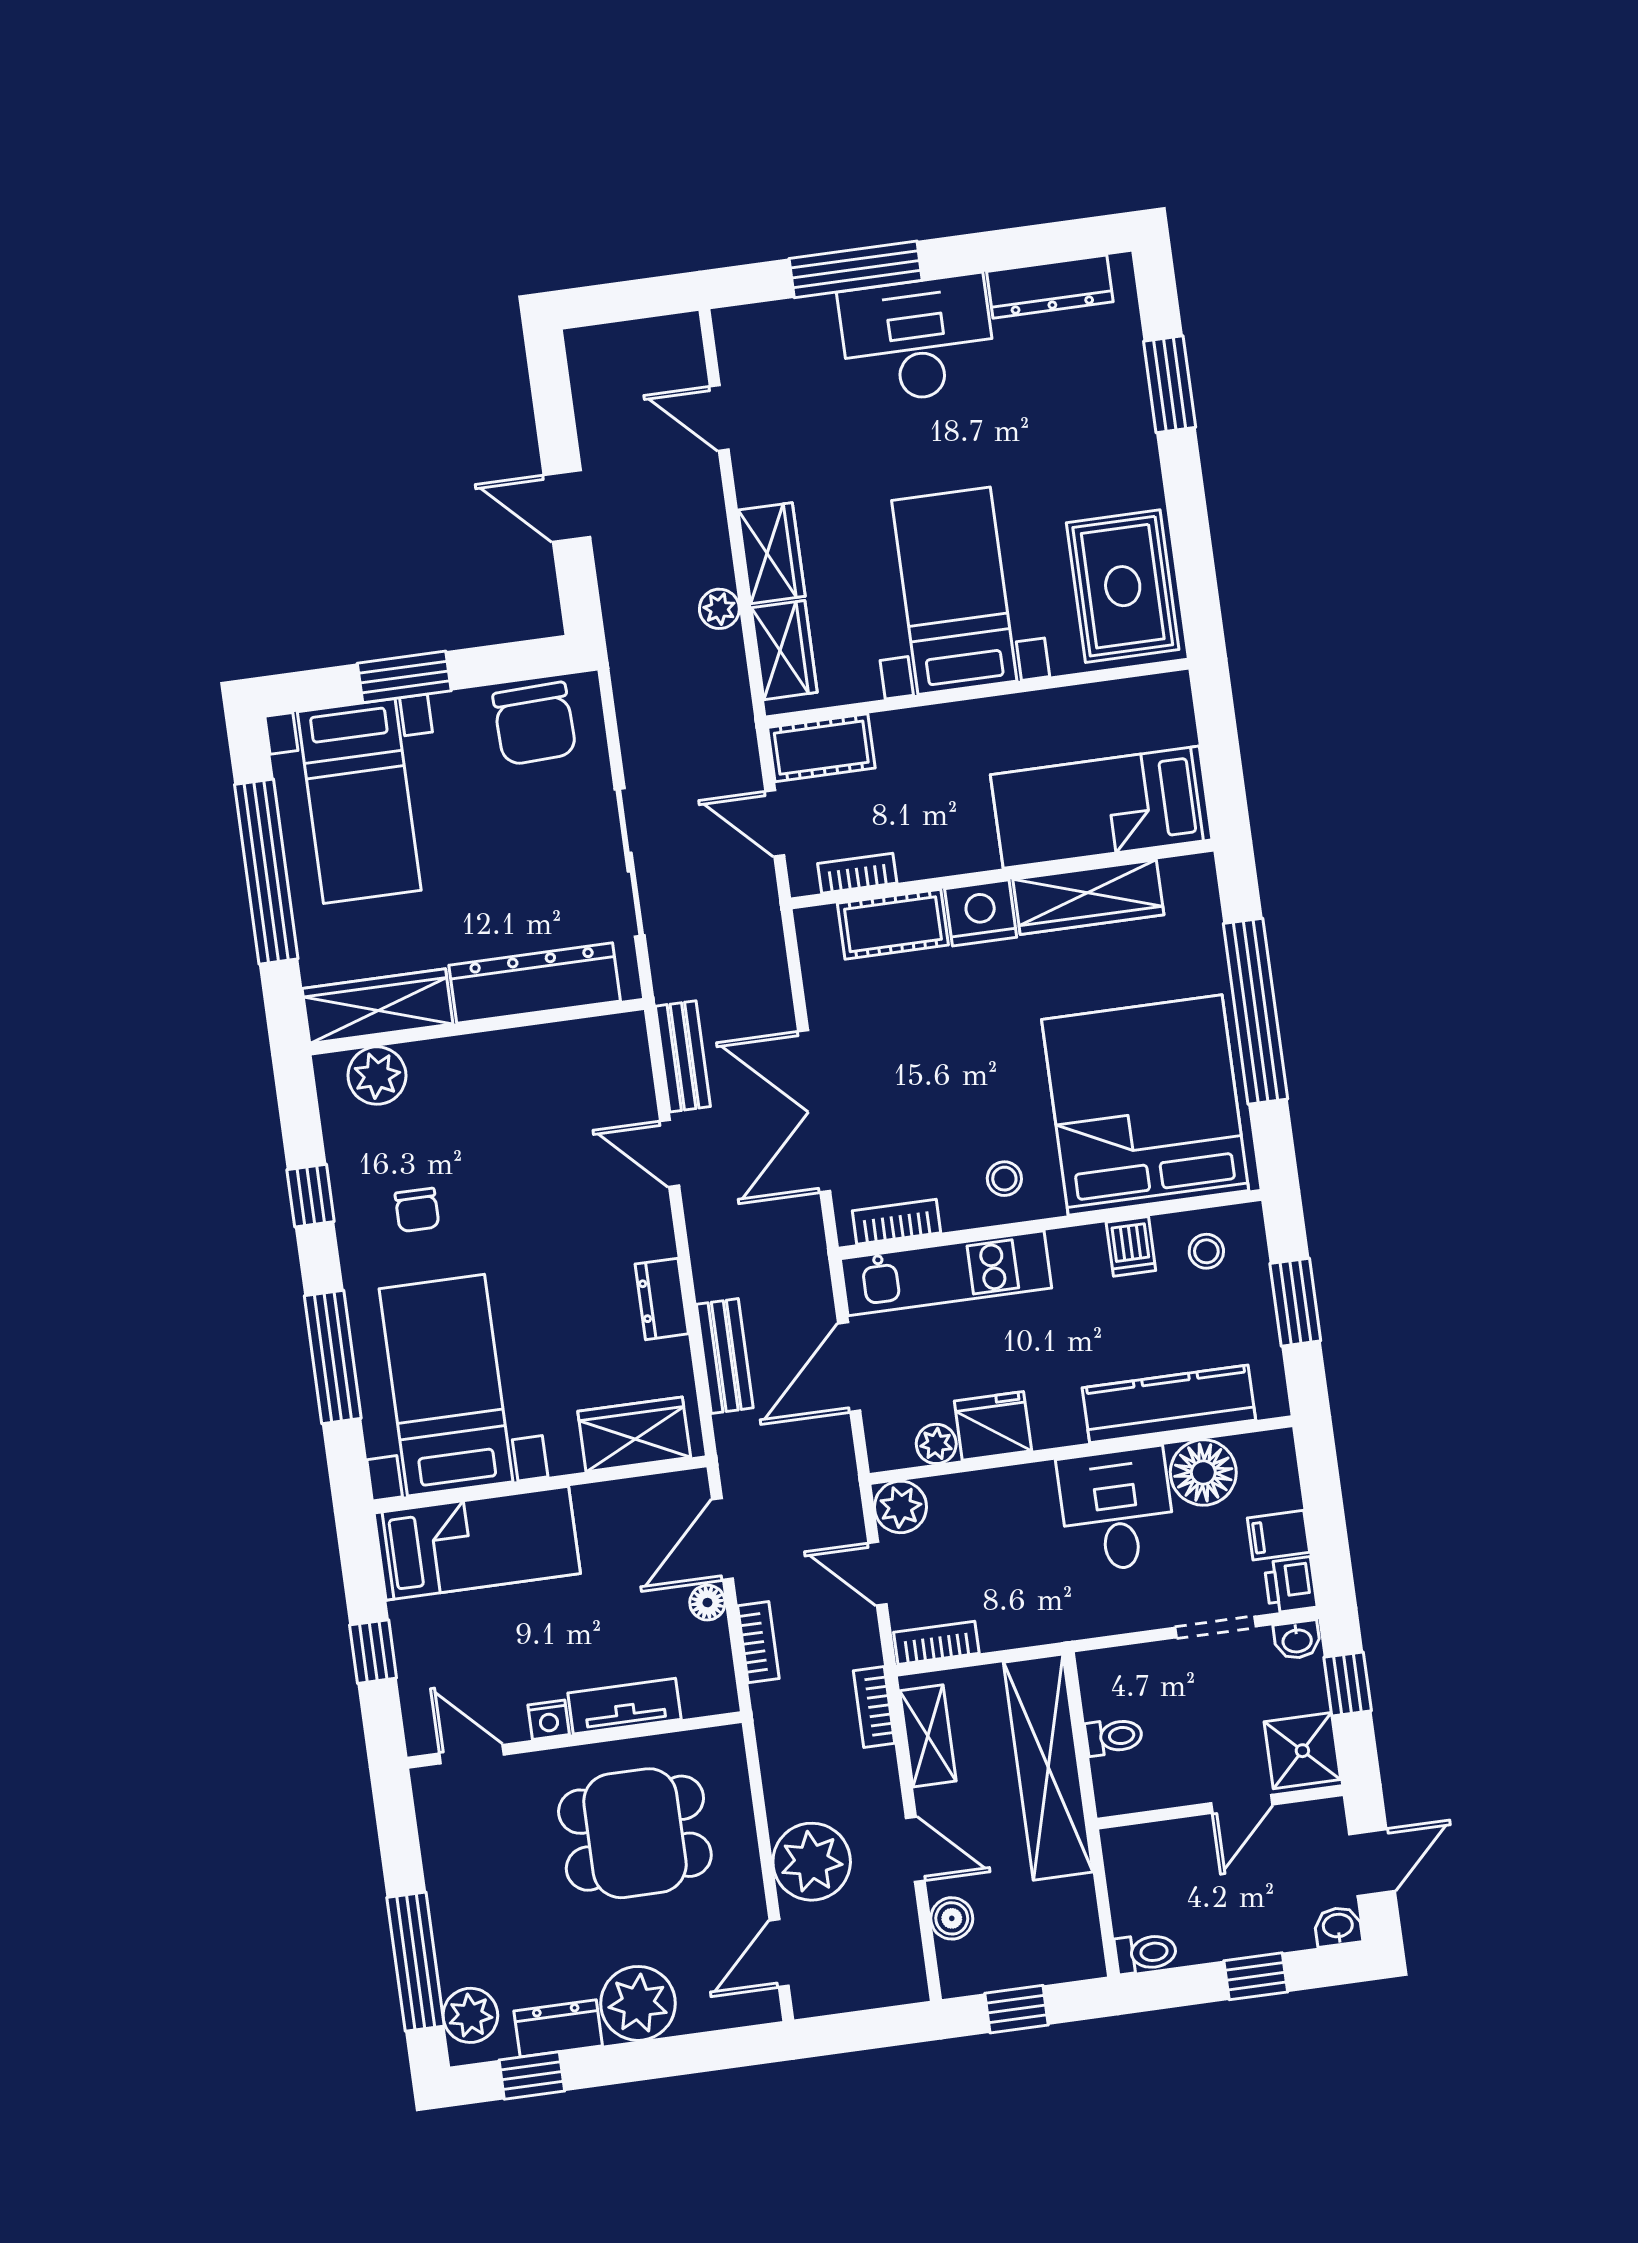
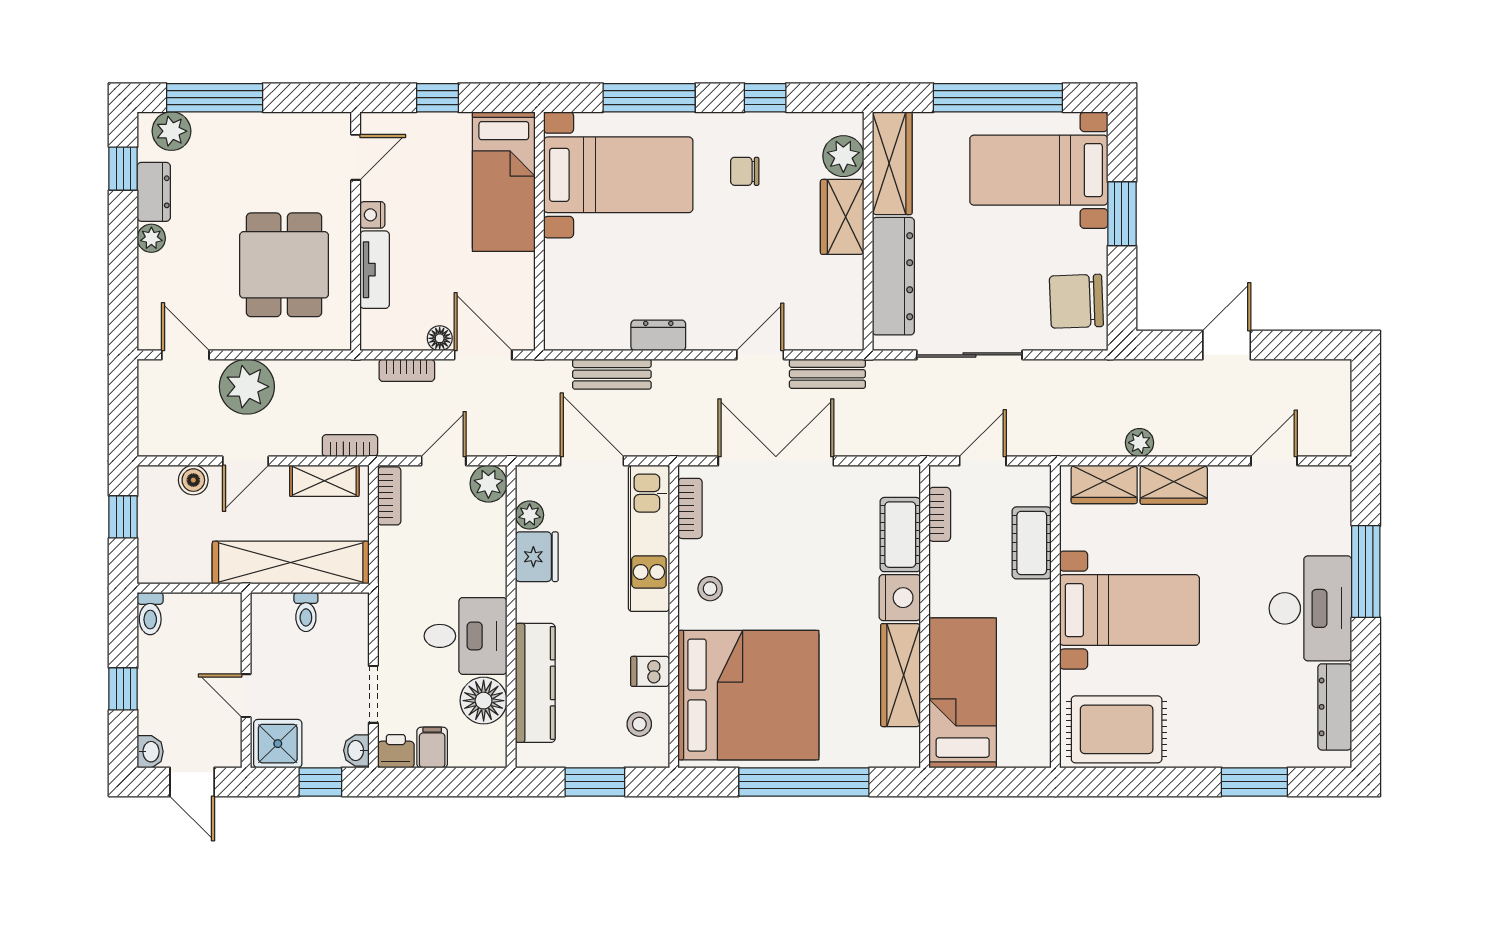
cot: (821, 748) -> (1032, 543), moved
wardrobe: (634, 1434) -> (842, 217), moved, turned 180
plant: (638, 2003) -> (151, 238), width x0.53, depth x0.53

